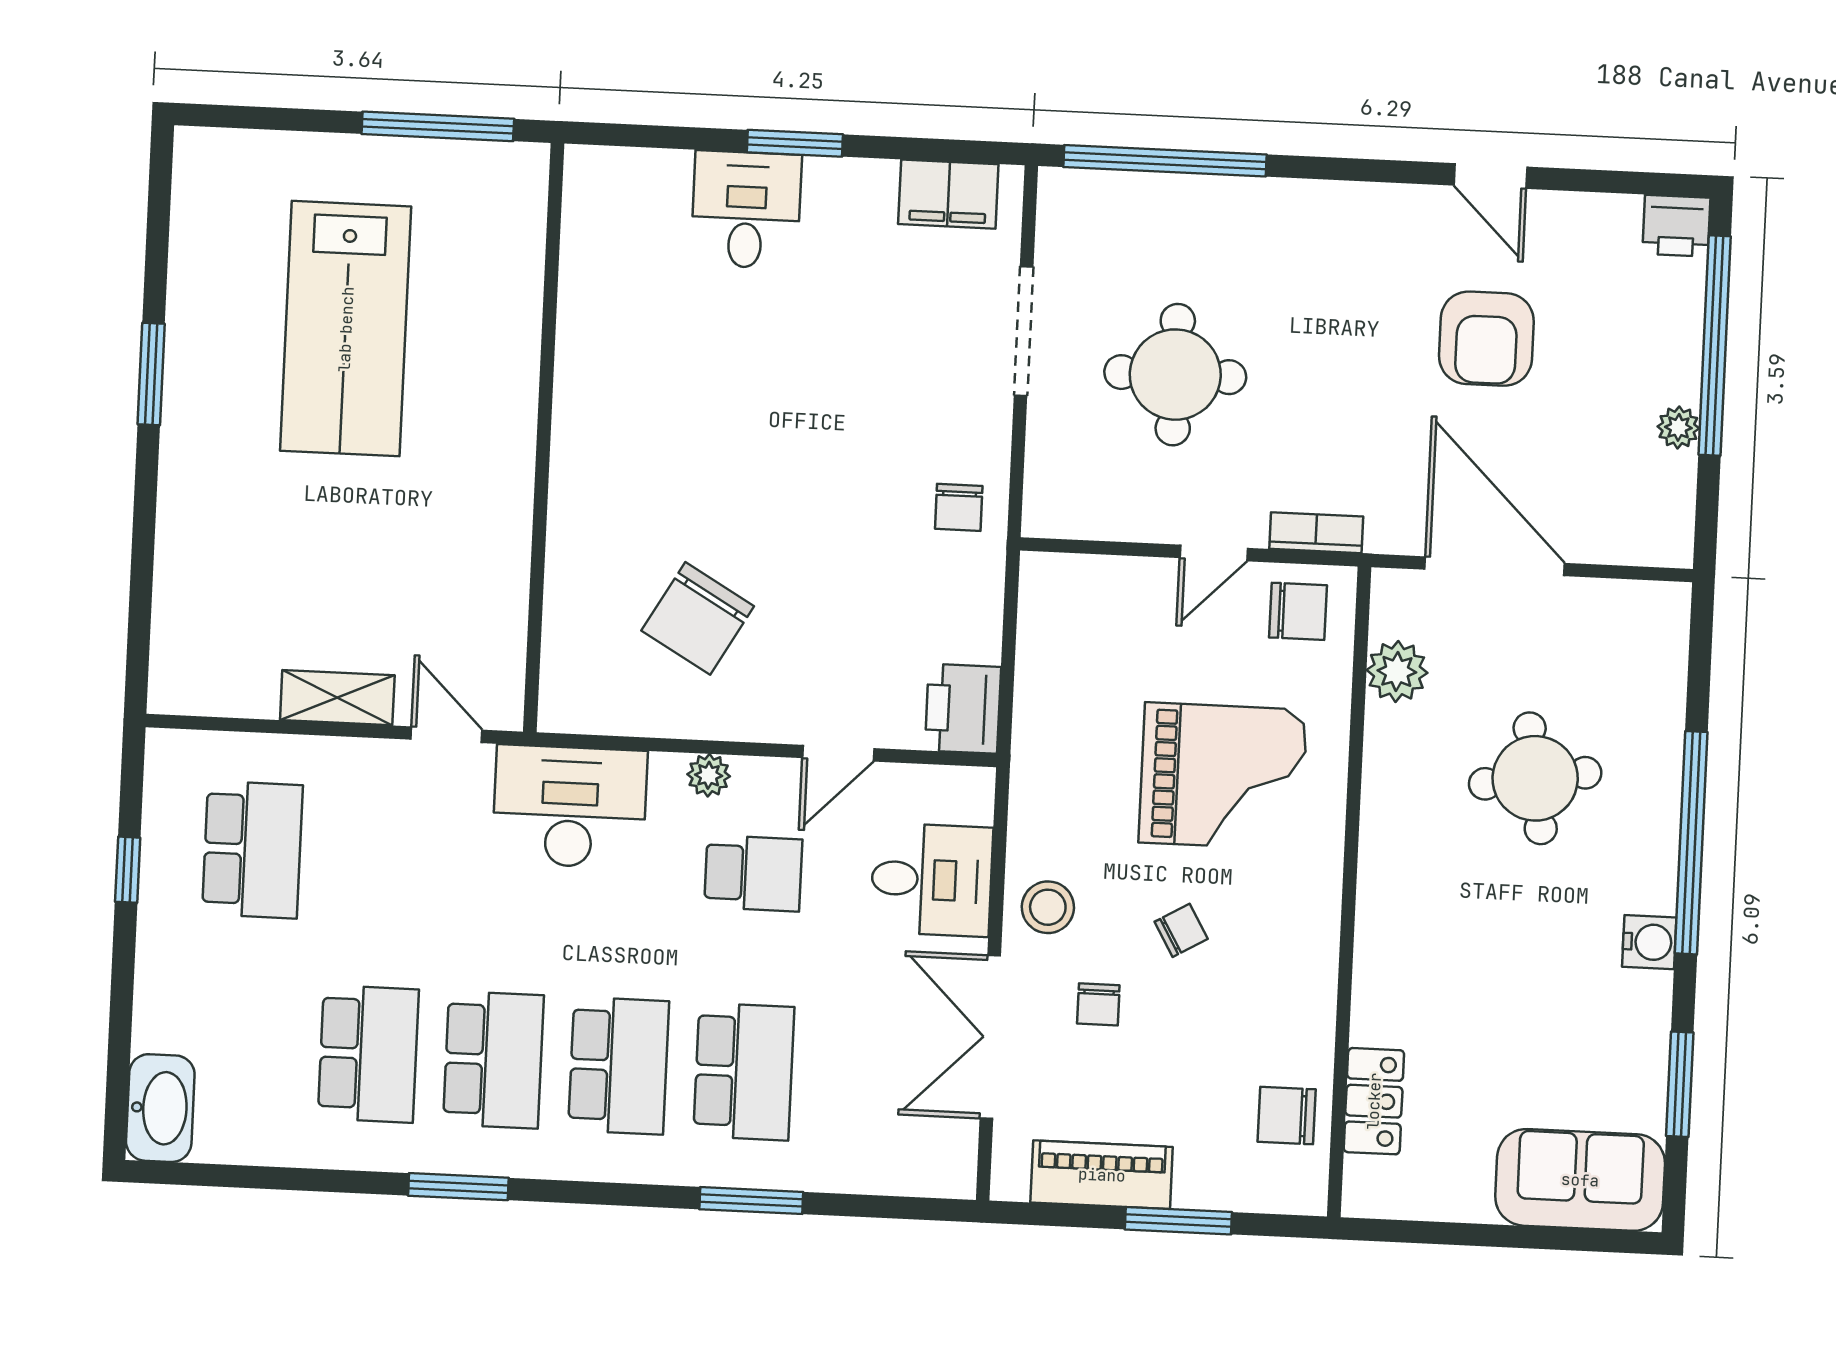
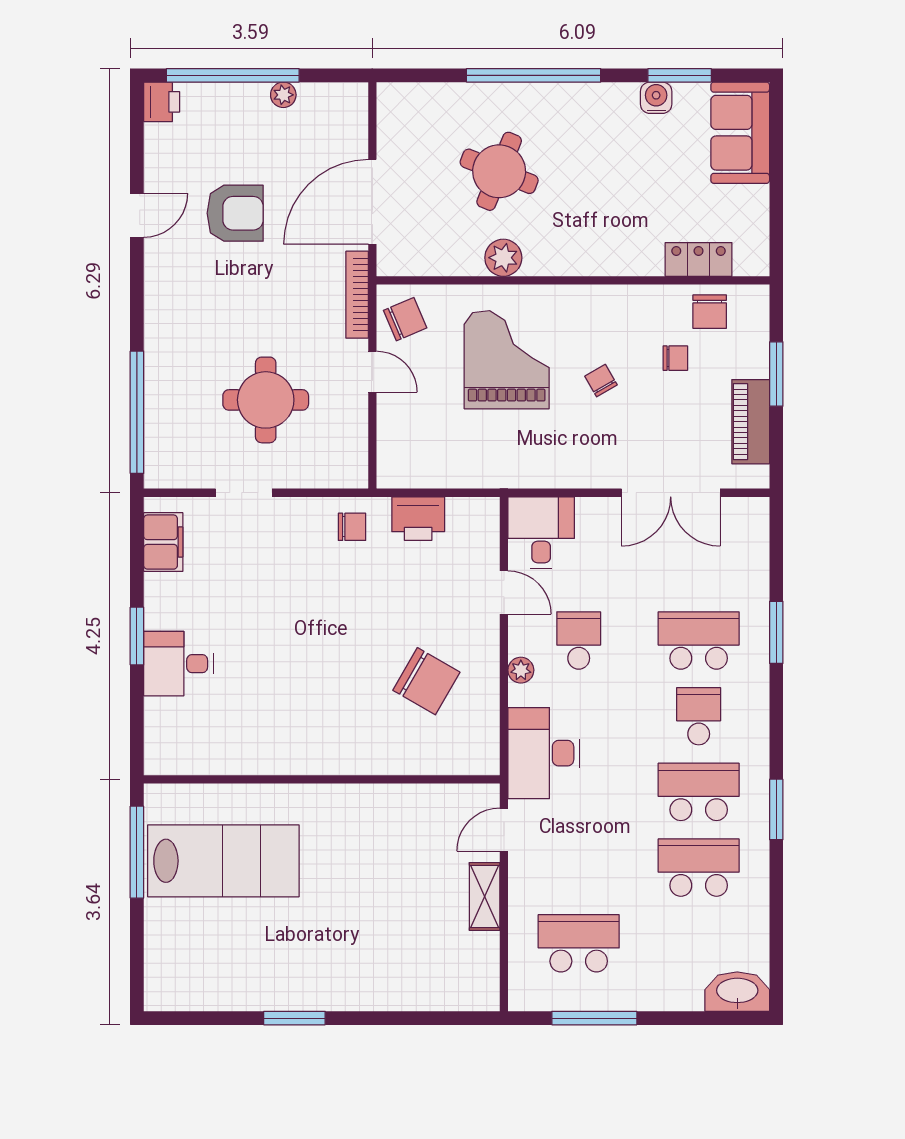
lab bench: (346, 329) -> (223, 861), moved
doorway: (1024, 331) -> (244, 493), width x0.73
bookcase: (1316, 533) -> (357, 295), width x1.56
chair: (1298, 611) -> (405, 319), turned 67
plant: (1397, 671) -> (503, 258), moved
printer: (963, 709) -> (418, 519), moved
round table: (1535, 778) -> (499, 171), turned 31
window: (128, 870) -> (594, 1018), width x2.17
desk: (932, 880) -> (541, 533), moved
stool: (1048, 907) -> (591, 462), removed
water cooler: (1649, 942) -> (656, 98), moved
chair: (1098, 1004) -> (675, 358), moved
school desk: (619, 1066) -> (699, 716), width x0.54

